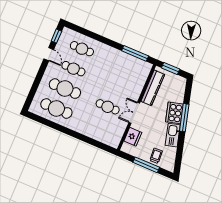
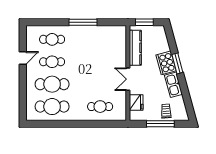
window: (56, 36) -> (23, 38), removed
window: (135, 53) -> (83, 22), moved
door: (49, 54) -> (23, 58), hinge flipped
cafe table: (108, 107) -> (100, 107), moved
window: (184, 118) -> (177, 63), width x0.69

